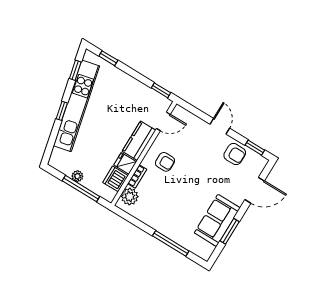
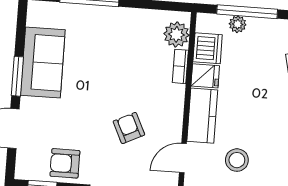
stool: (132, 104) -> (237, 160), added
armchair: (165, 162) -> (129, 128), moved, turned 64
plant: (77, 176) -> (238, 24), moved
window: (230, 231) -> (17, 76), moved

